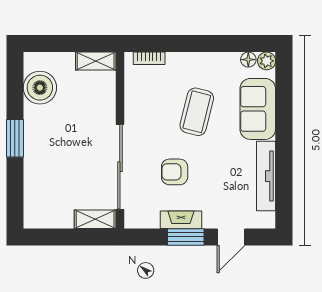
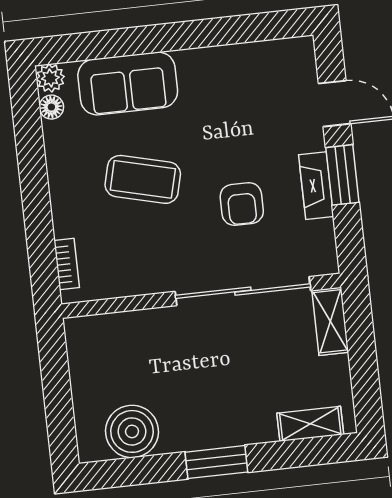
shelving: (96, 61) -> (310, 424), moved, turned 90
tv unit: (266, 176) -> (232, 59), removed

